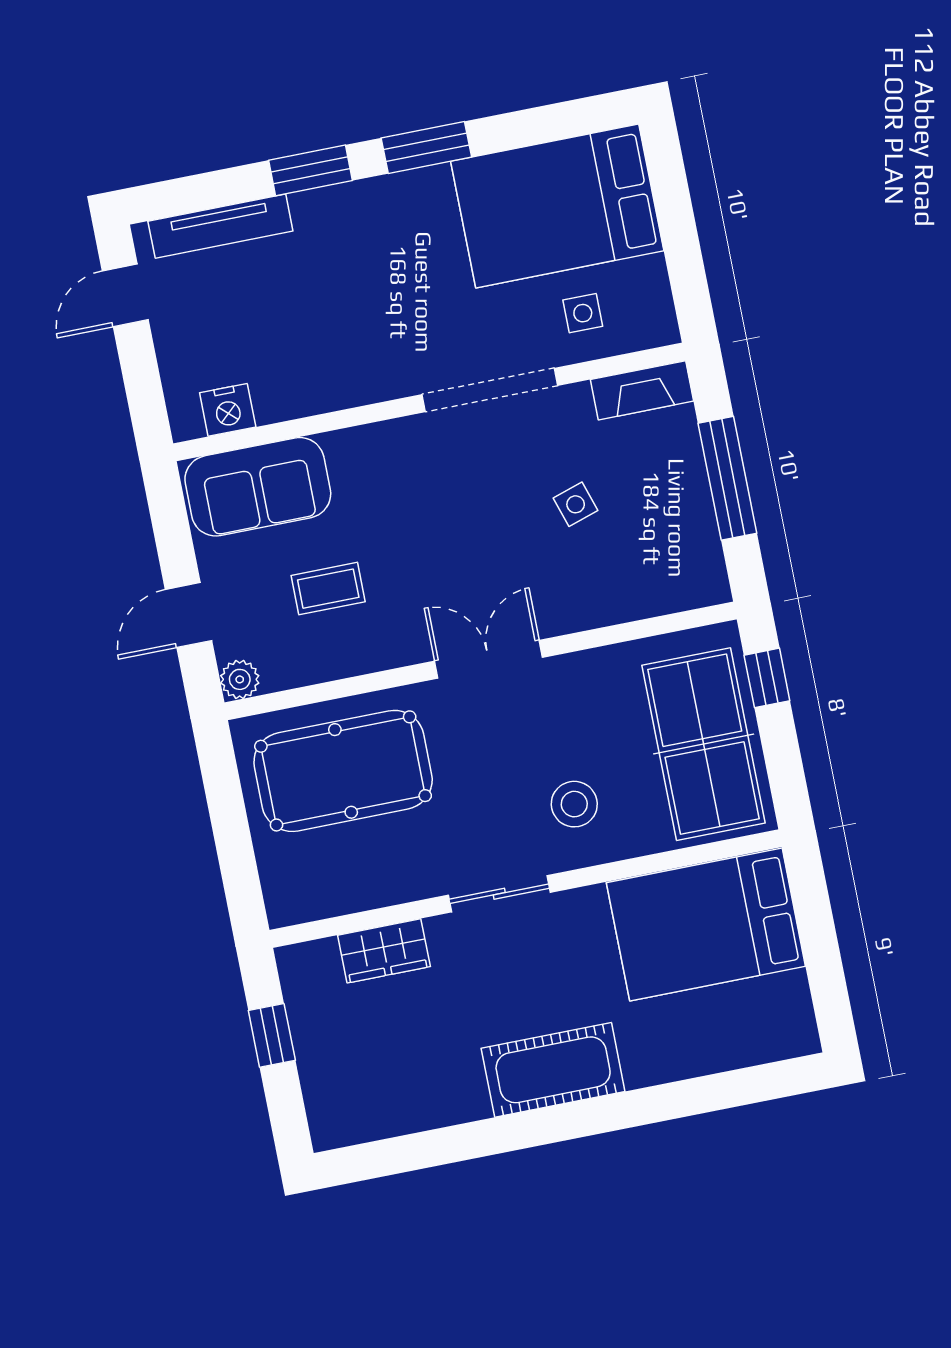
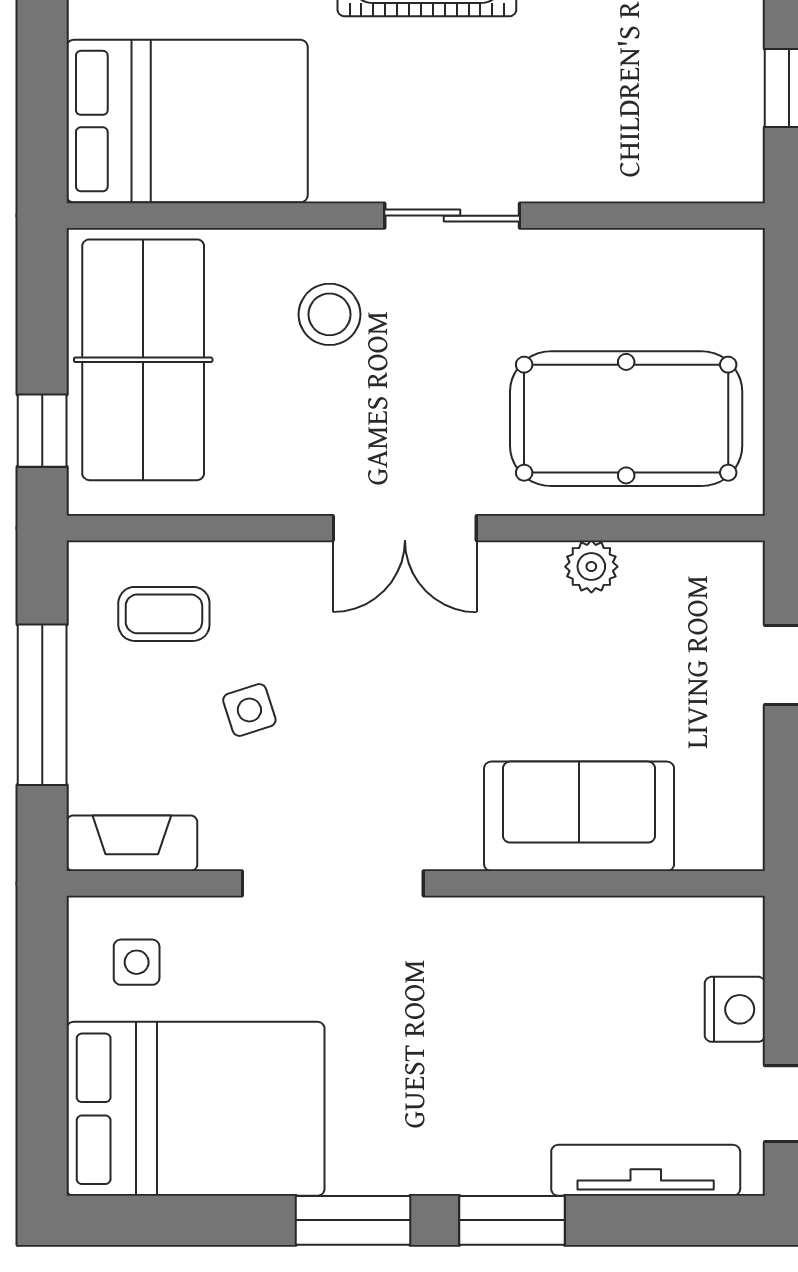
side table: (583, 313) -> (137, 962), moved
nightstand: (228, 410) -> (735, 1009), moved, turned 90
sofa: (258, 487) -> (579, 816), moved
coffee table: (328, 589) -> (164, 614), moved
plant: (240, 679) -> (591, 567), moved
wardrobe: (384, 951) -> (619, 170), removed

